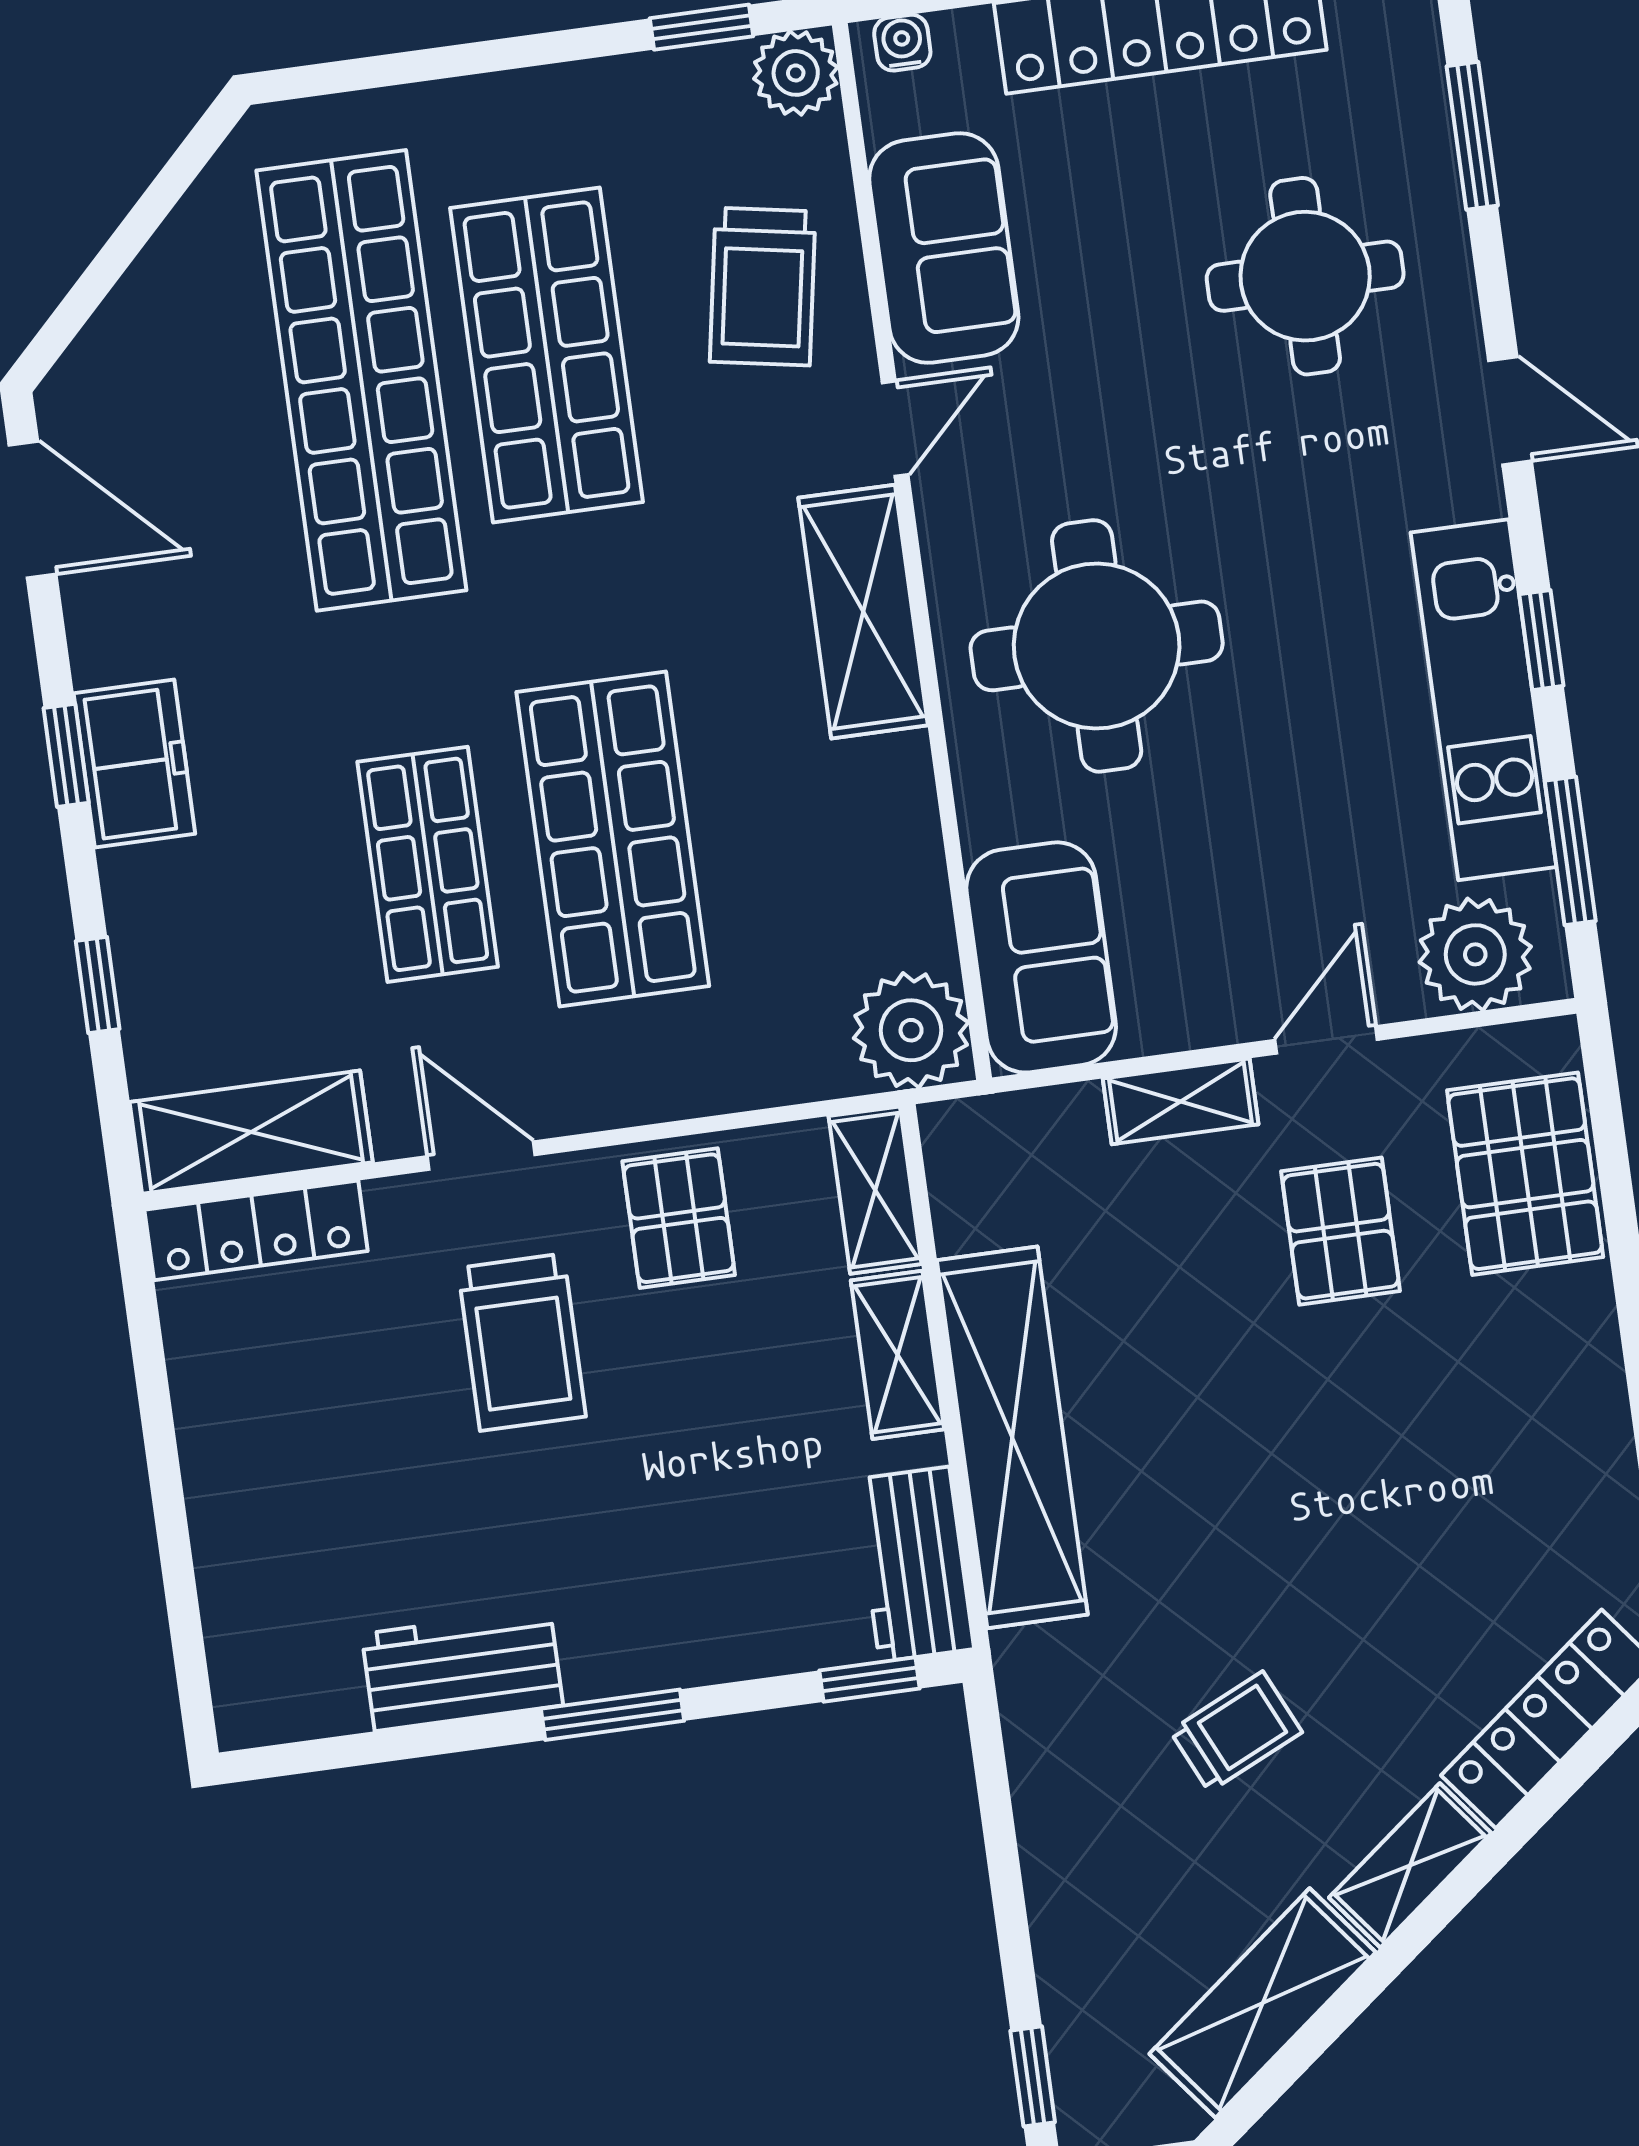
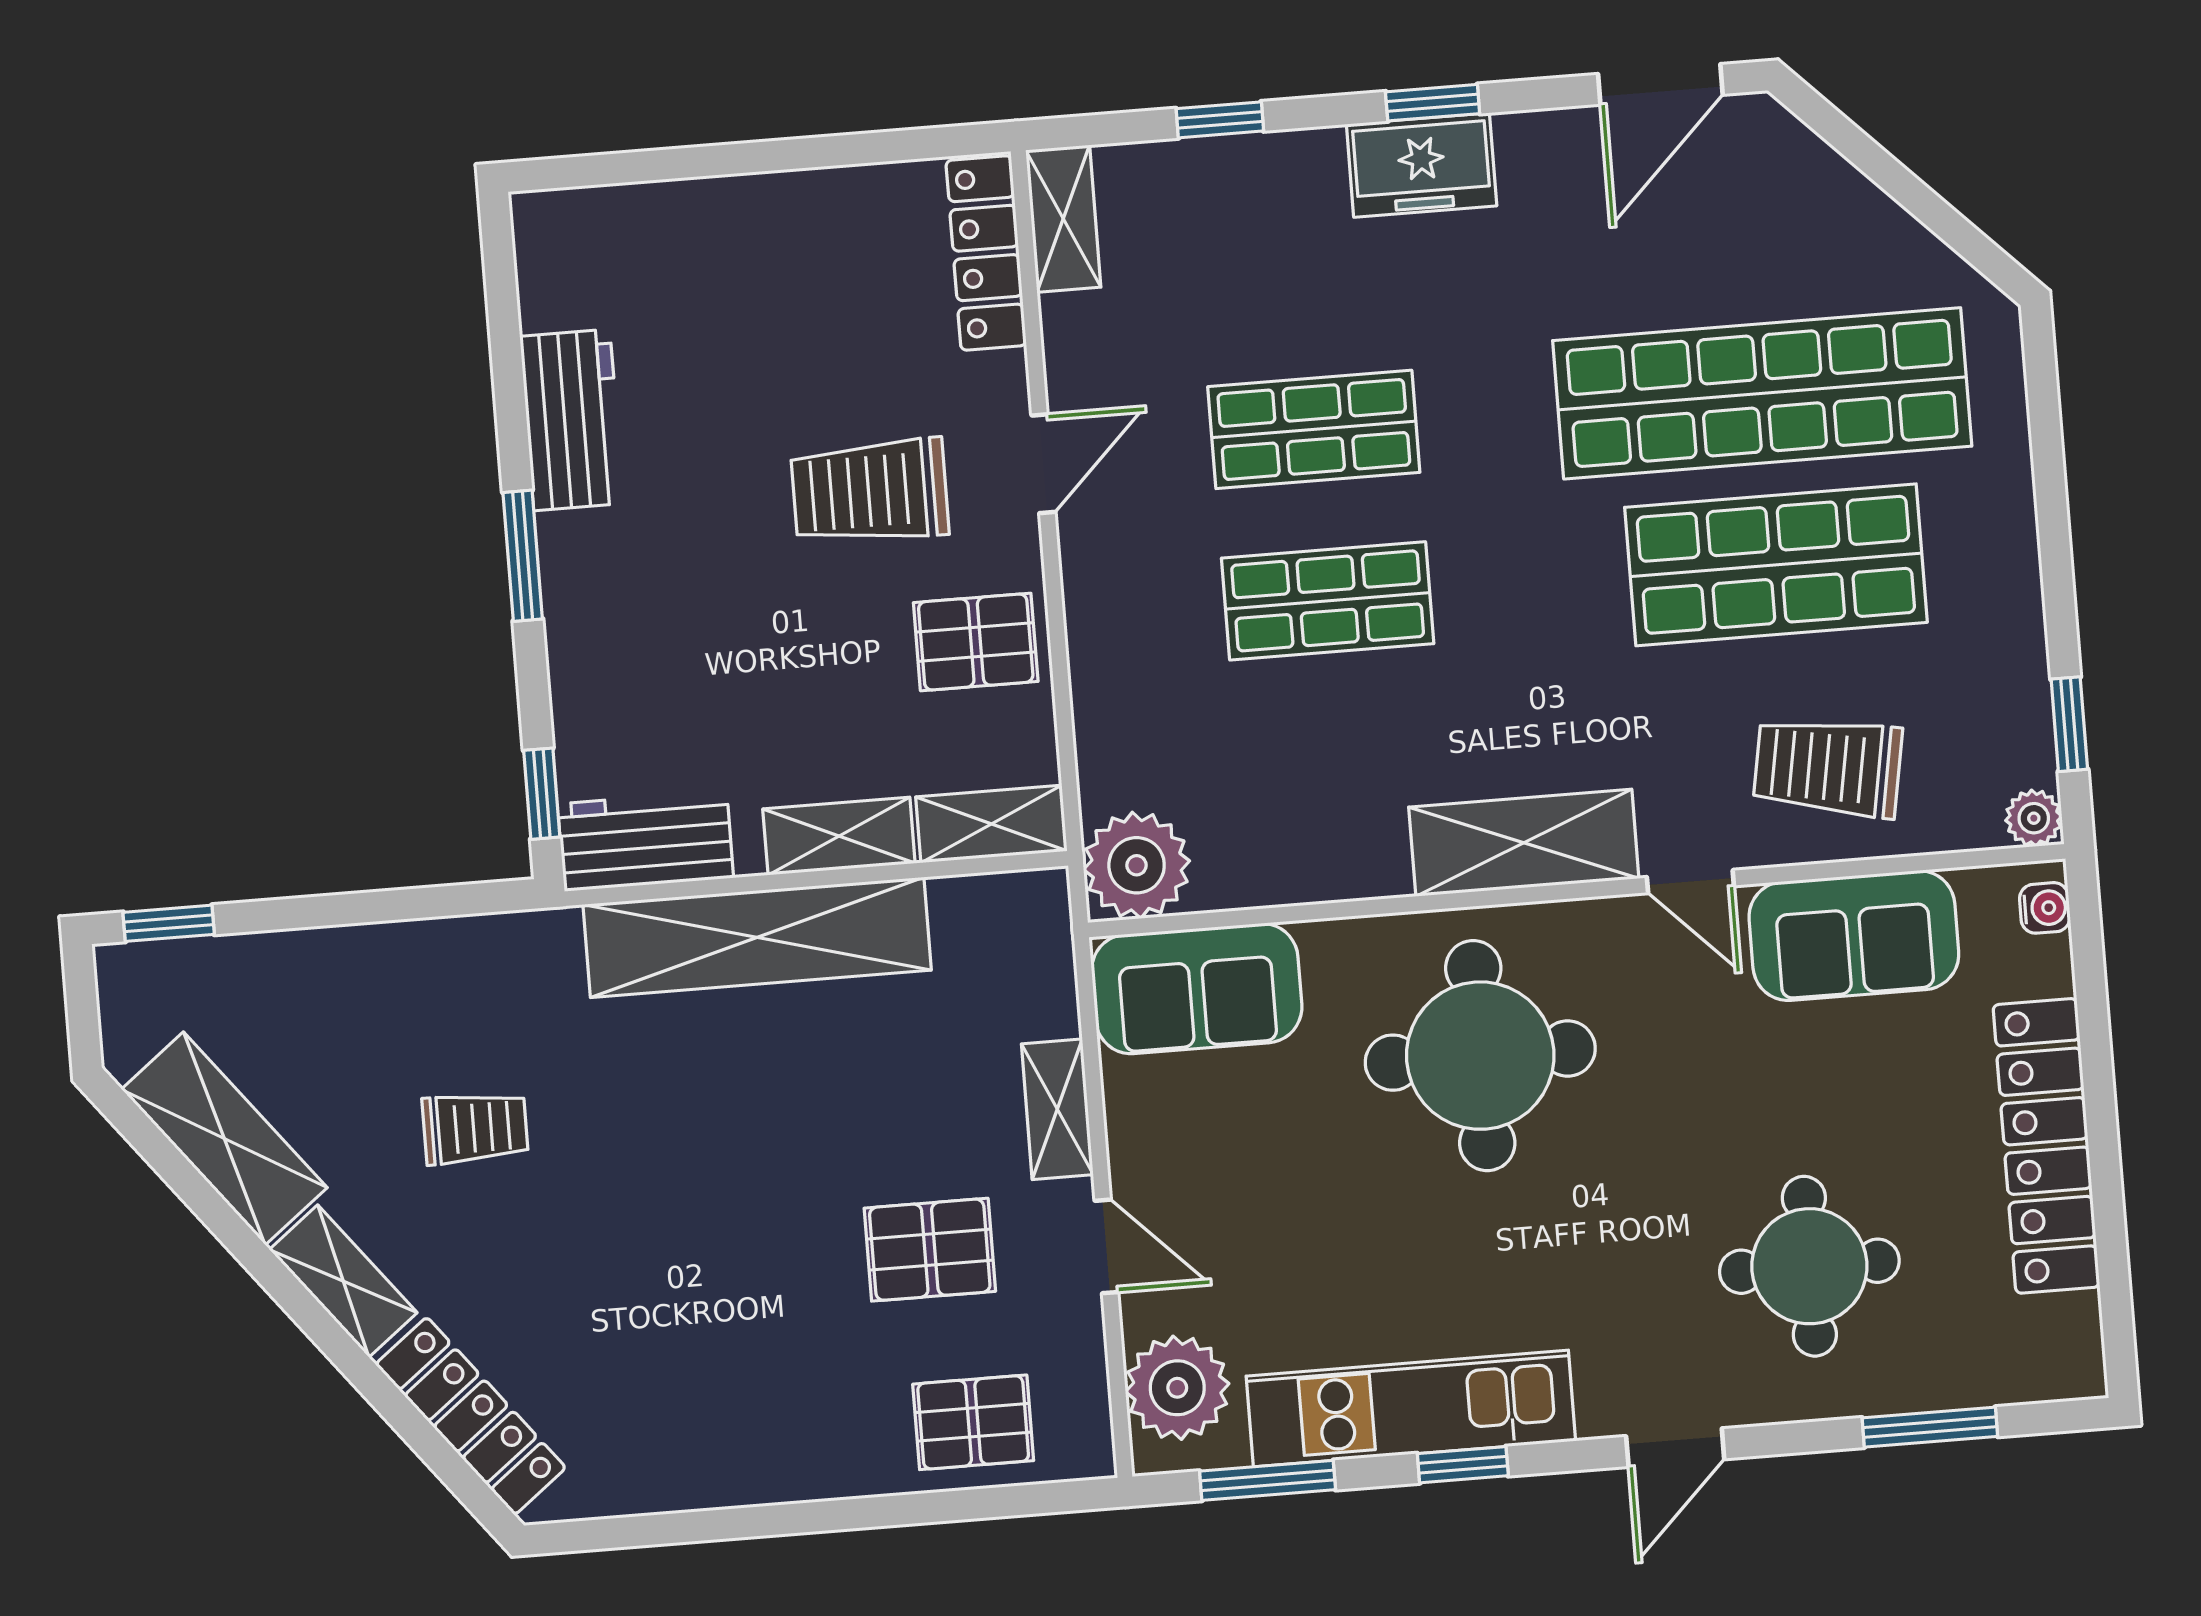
plant: (796, 73) -> (2034, 818), width x0.73, depth x0.73
shop shelf: (613, 839) -> (1328, 601), width x0.70, depth x0.74
shelving: (251, 1132) -> (1063, 219), width x0.67, depth x0.75
pallet: (1525, 1174) -> (973, 1422), width x0.67, depth x0.71
trolley: (1236, 1732) -> (475, 1128), turned -65

